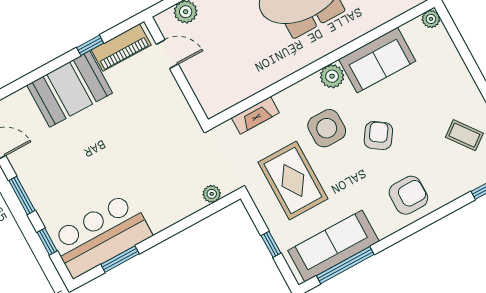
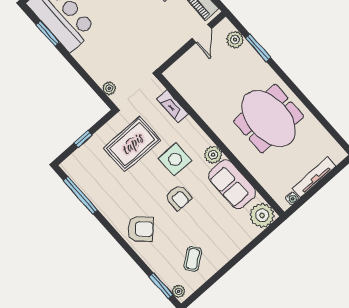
plant: (431, 19) -> (262, 215), width x1.88, depth x1.88
armchair: (378, 135) -> (178, 198), turned 55
armchair: (408, 195) -> (141, 229), turned -45
sofa: (333, 246) -> (92, 184), removed

